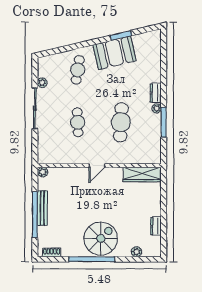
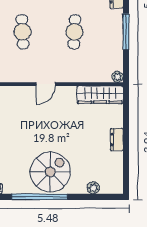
plant: (157, 108) -> (118, 77), moved
cafe table: (121, 122) -> (74, 32), width x0.73, depth x0.74
dresser: (156, 226) -> (117, 139), moved

